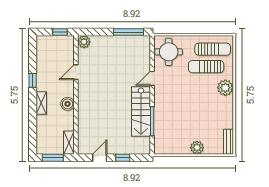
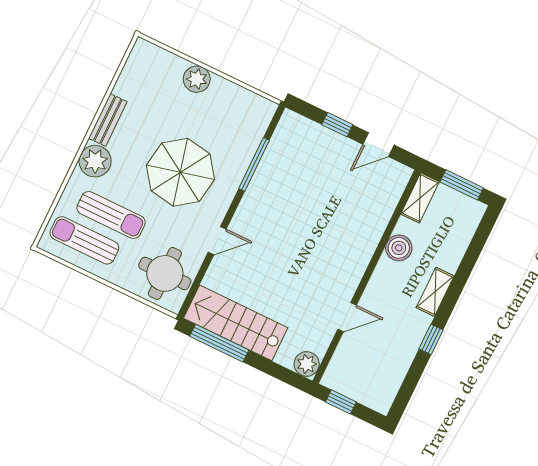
parasol: (184, 101) -> (180, 172), added
boiler: (68, 104) -> (399, 248), moved
stairs: (141, 111) -> (236, 323), moved, turned -90
bench: (229, 142) -> (108, 120), moved

